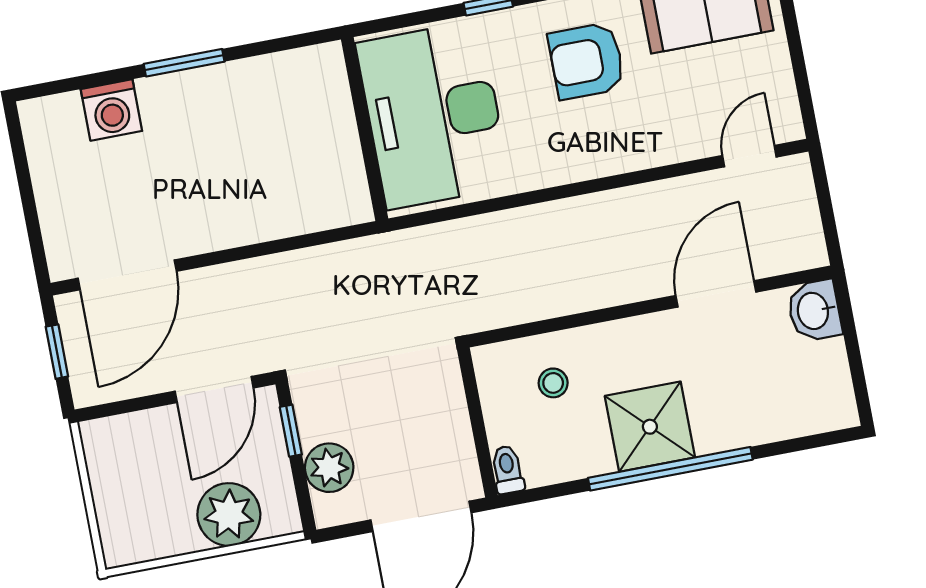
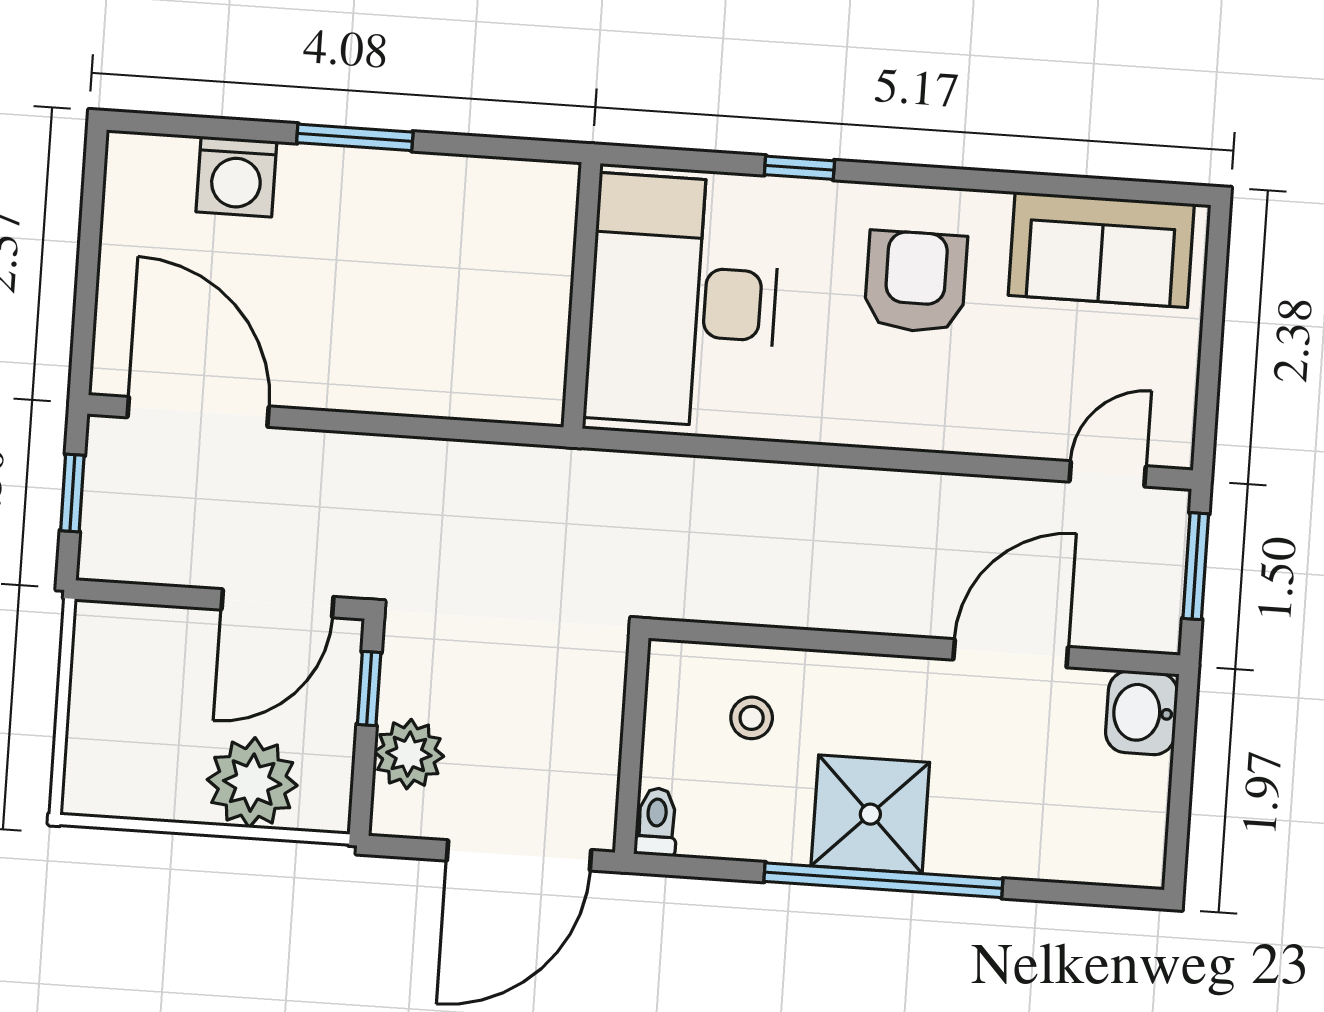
armchair: (587, 61) -> (916, 282), turned 90
window: (825, 203) -> (1196, 566), added
door: (127, 275) -> (198, 412), swing flipped

